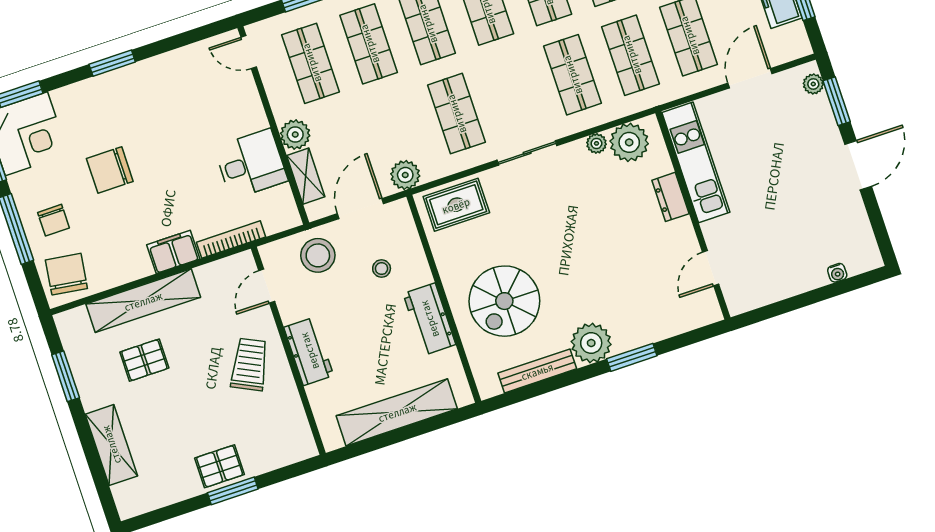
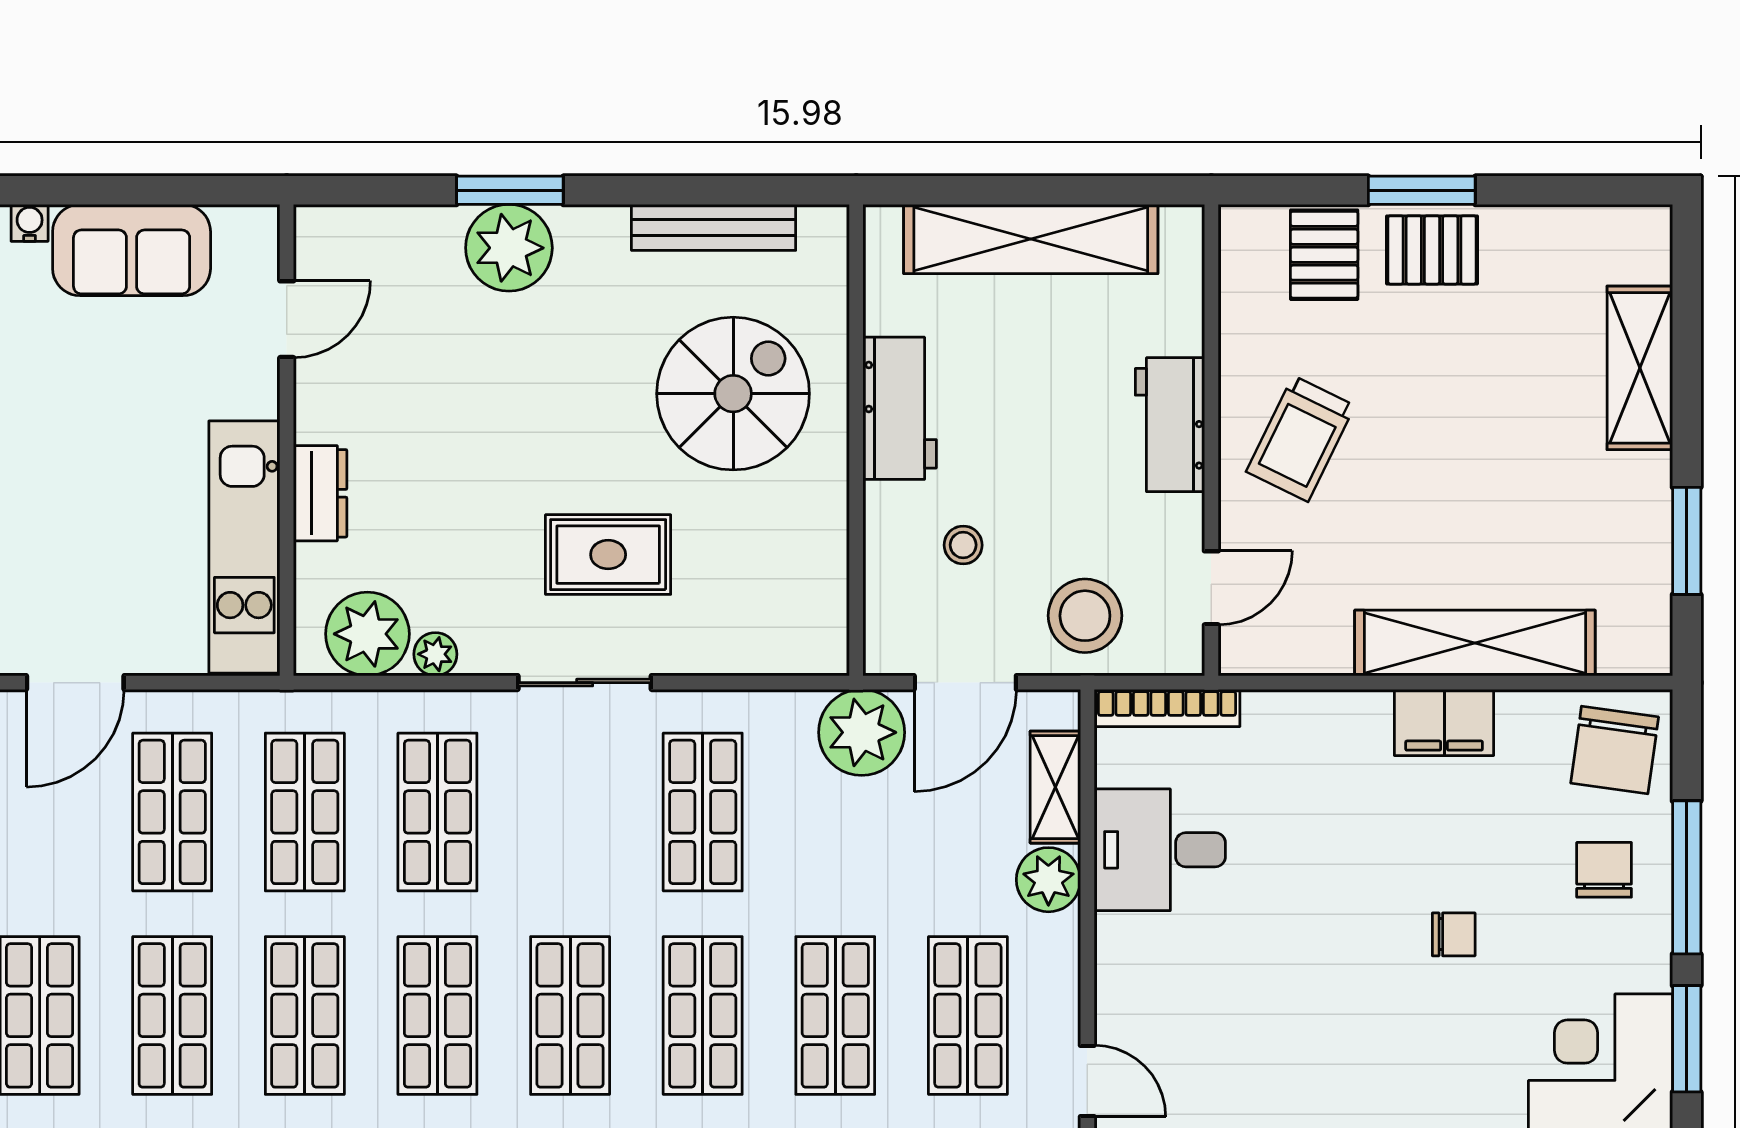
chair: (110, 170) -> (1454, 934), width x0.54, depth x0.54
plant: (405, 175) -> (862, 732), width x1.36, depth x1.36
rug: (456, 205) -> (608, 555), moved
bookcase: (231, 240) -> (1167, 708), moved
filing cabinet: (173, 252) -> (1444, 722), moved
sofa: (789, 276) -> (132, 250), added
plant: (591, 343) -> (509, 248), moved
pallet: (144, 360) -> (1324, 255), moved, turned 90

